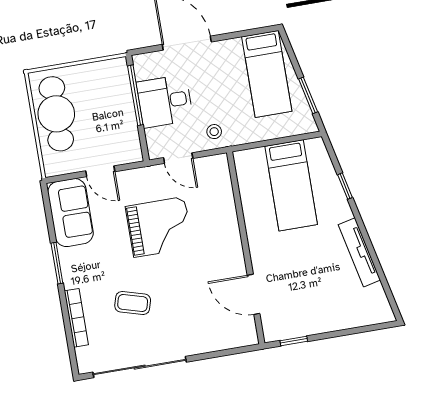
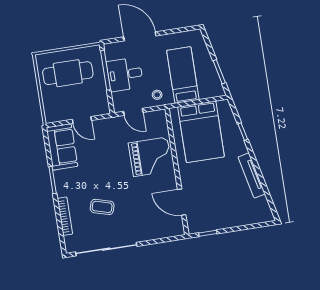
bed: (267, 74) -> (183, 75), moved, turned 180
cafe table: (56, 114) -> (68, 73), moved, turned 90
bed: (291, 185) -> (201, 132), width x1.50
grand piano: (159, 227) -> (150, 157), moved

